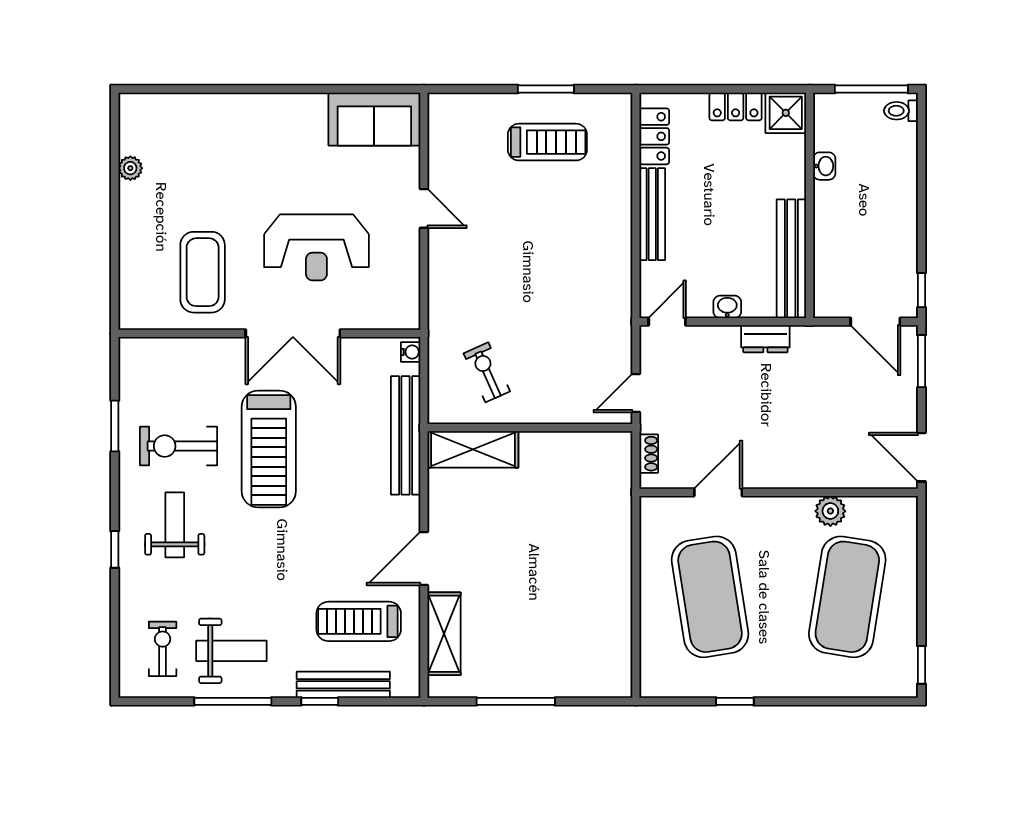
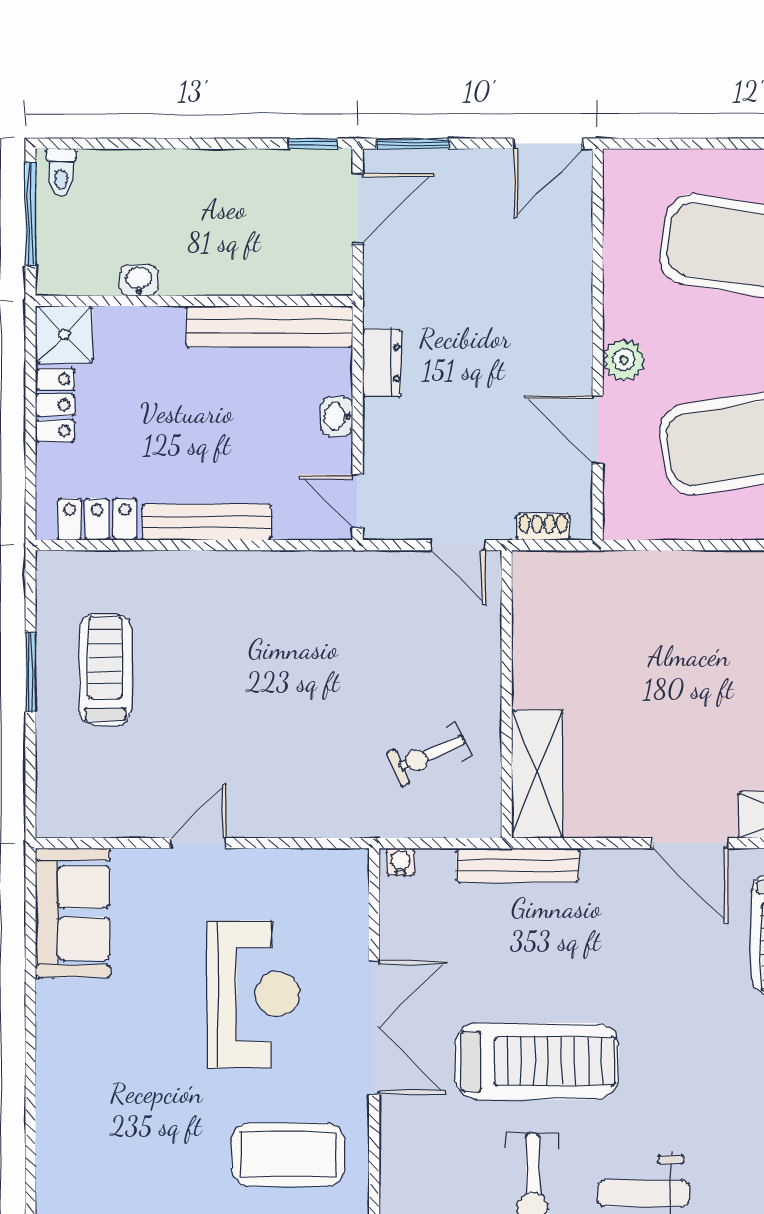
bench: (406, 435) -> (518, 865), width x0.73, depth x0.82
plant: (830, 511) -> (624, 360), moved

